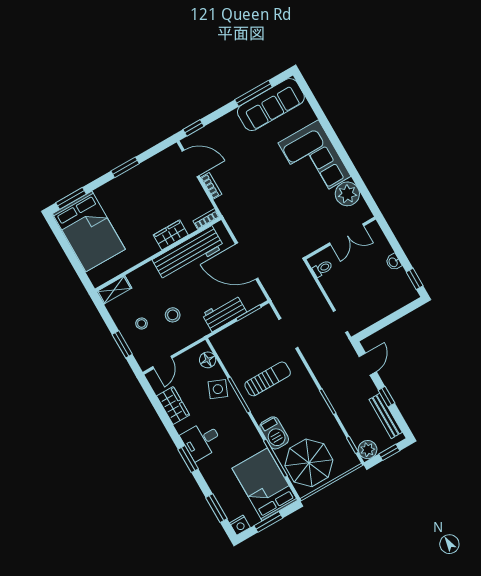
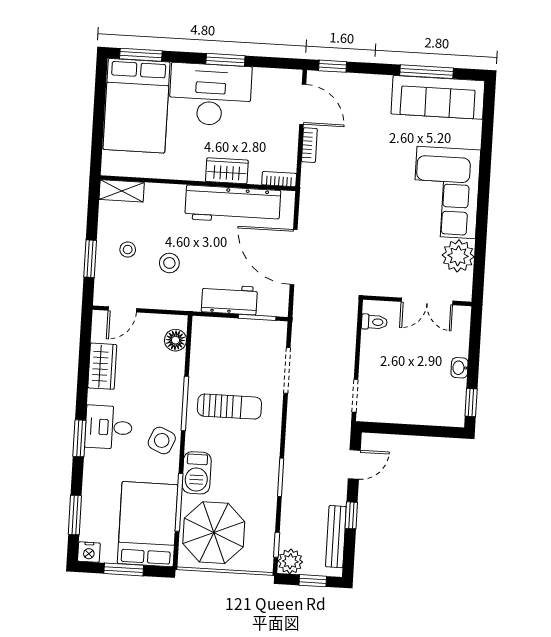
desk: (130, 195) -> (210, 95), added
side table: (218, 389) -> (162, 440), moved

